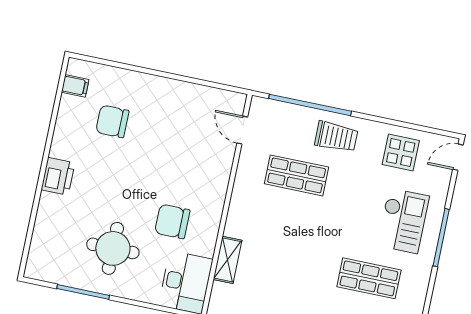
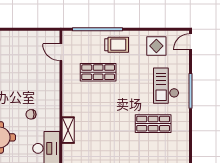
chair: (172, 221) -> (31, 114), width x0.54, depth x0.54
checkout: (403, 221) -> (166, 86), turned 180

